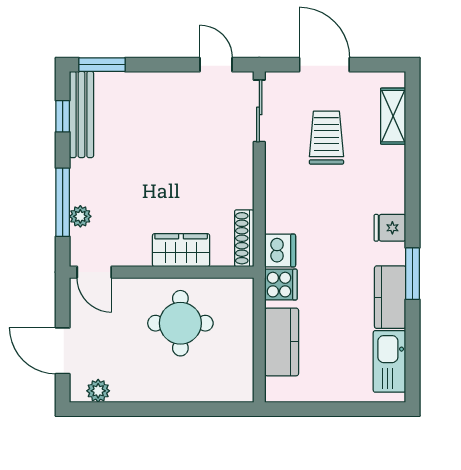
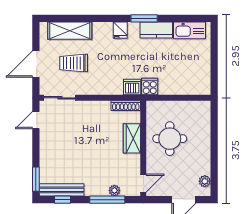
shelving: (393, 116) -> (70, 31), width x1.50, depth x1.33
kitchen counter: (282, 342) -> (179, 86), removed

